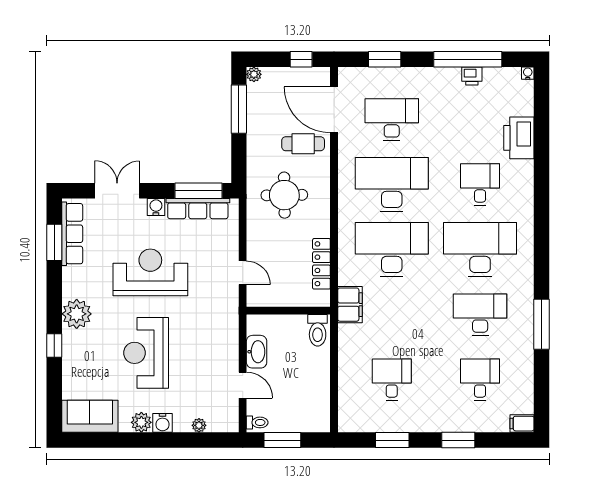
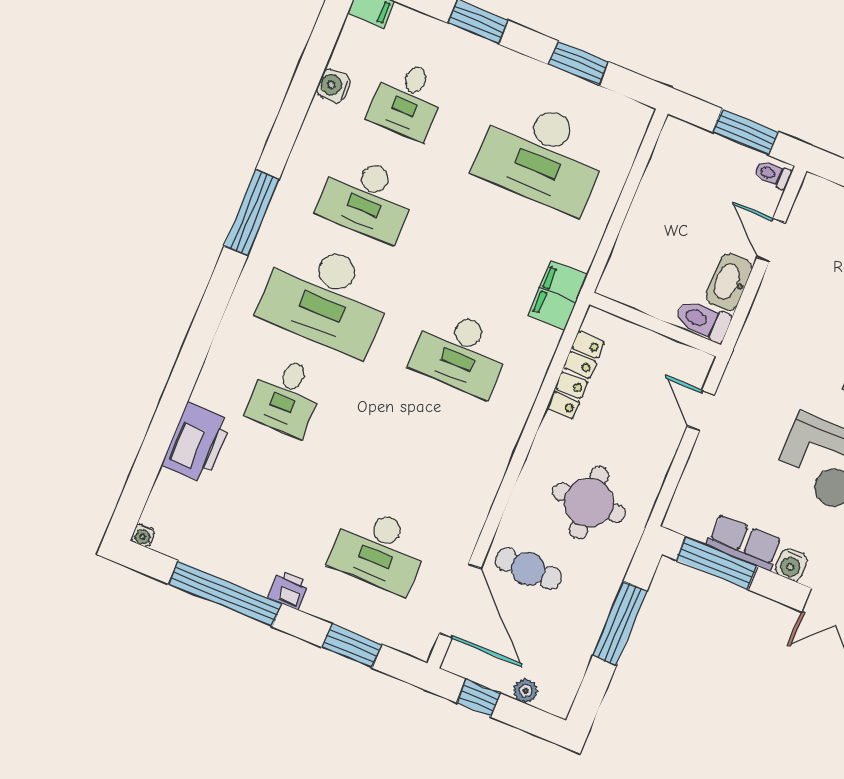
plant: (254, 74) -> (526, 691), moved
printer: (472, 76) -> (289, 590), moved
window: (239, 109) -> (620, 623), moved
desk: (392, 185) -> (419, 451), removed
row of seats: (198, 209) -> (744, 543), width x0.68
desk: (392, 250) -> (460, 352), width x0.73, depth x0.77
window: (542, 324) -> (252, 213), moved
toilet: (318, 330) -> (703, 320), moved, turned -90
water cooler: (525, 371) -> (334, 86), added
desk: (392, 380) -> (541, 155), width x1.87, depth x1.30

